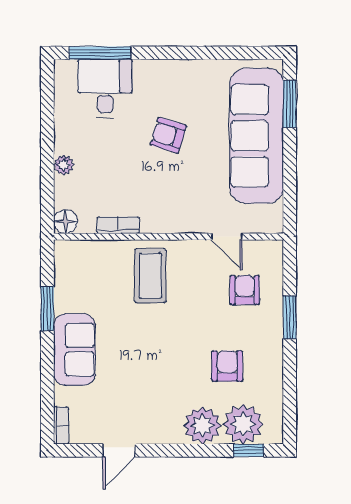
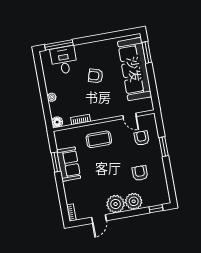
coffee table: (150, 276) -> (99, 139), turned 90
sofa: (74, 350) -> (69, 164), moved
plant: (243, 424) -> (116, 204), moved

